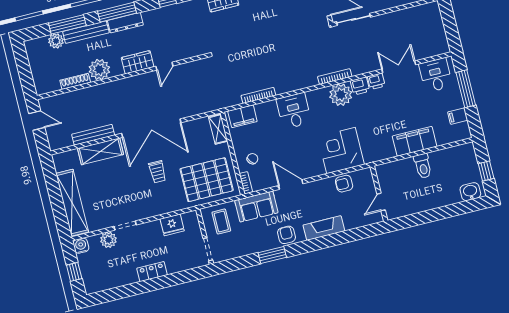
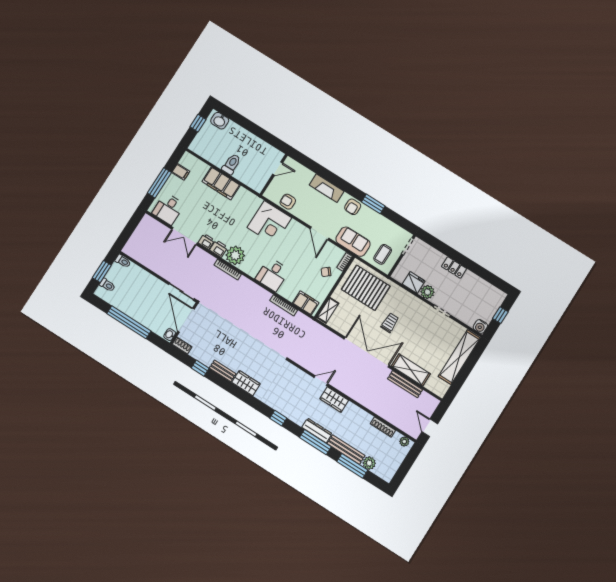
plant: (99, 69) -> (404, 442), moved, width x0.53, depth x0.53
armchair: (344, 184) -> (288, 202), turned 180
plant: (108, 240) -> (427, 292), moved

